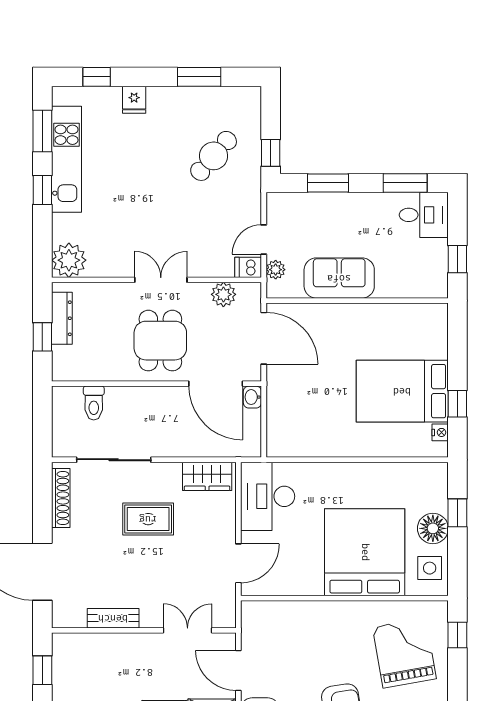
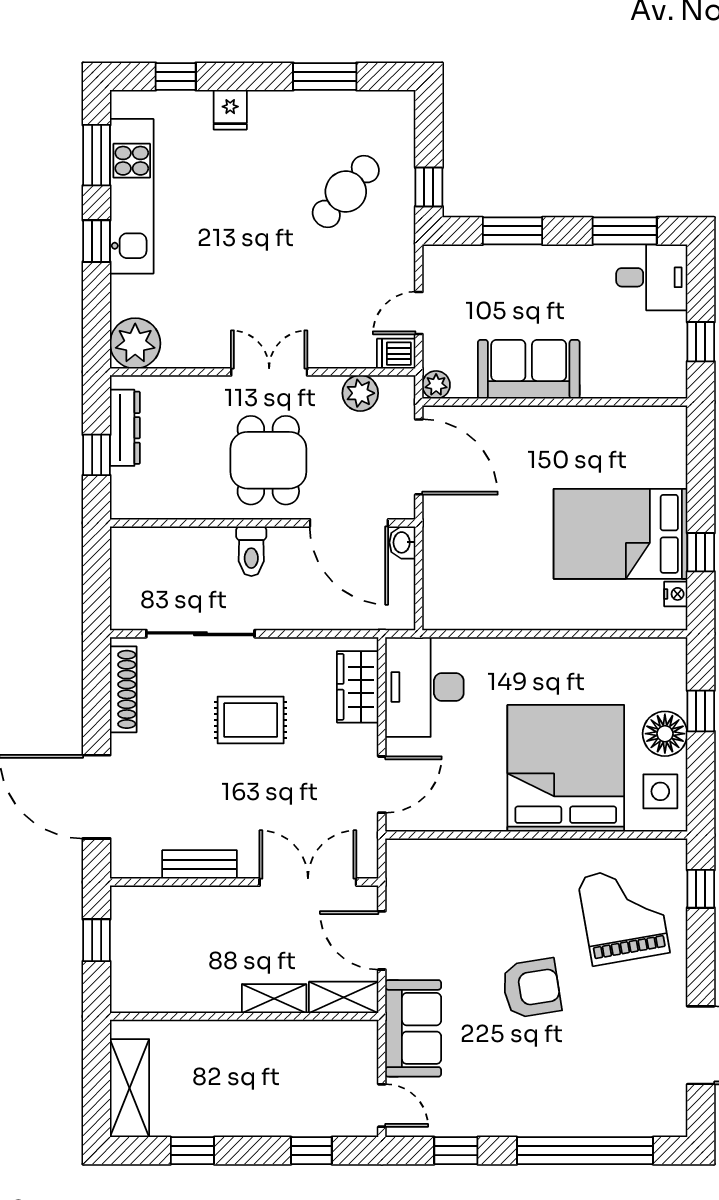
plant: (276, 270) -> (436, 385), moved
toilet: (94, 403) -> (251, 551), moved
wardrobe: (207, 476) -> (358, 687), moved, turned 90
double door: (188, 630) -> (308, 882), width x1.37

